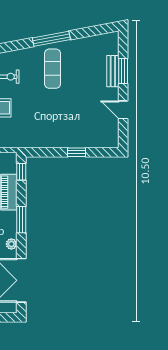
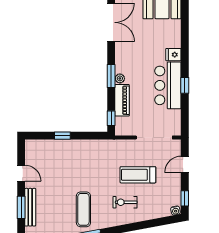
bench: (113, 71) -> (30, 207), width x1.36
plant: (11, 244) -> (120, 78), moved

